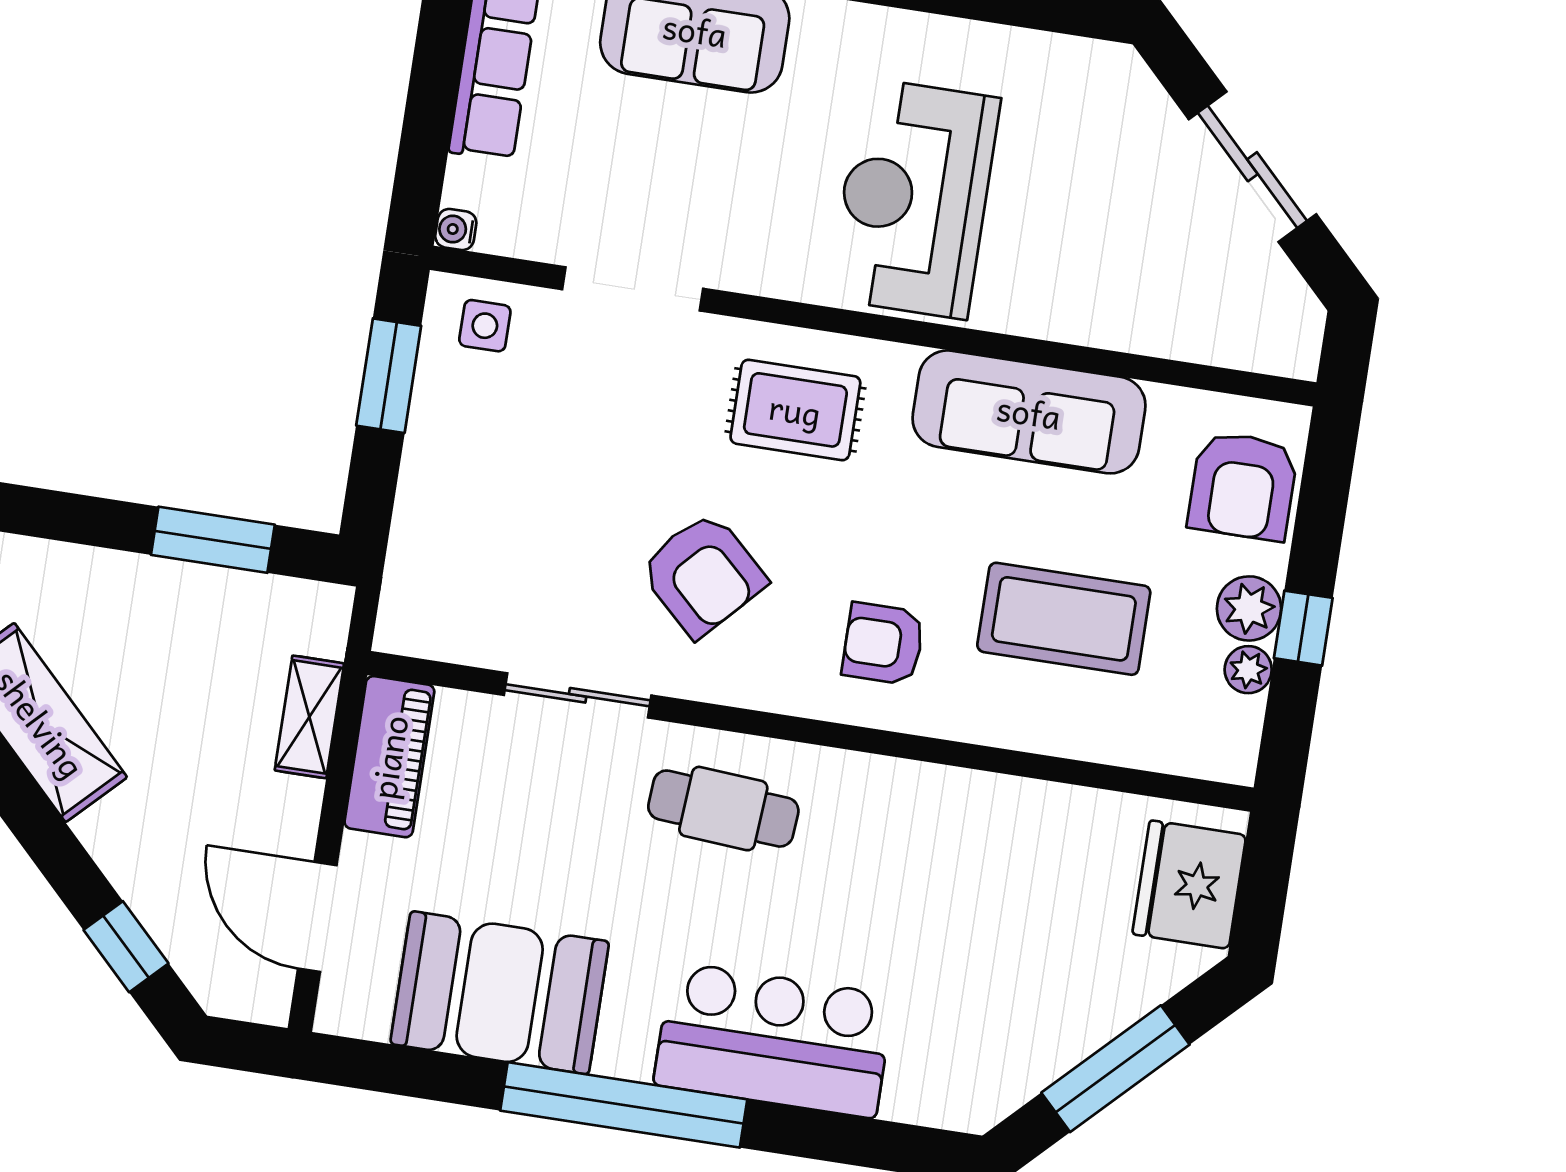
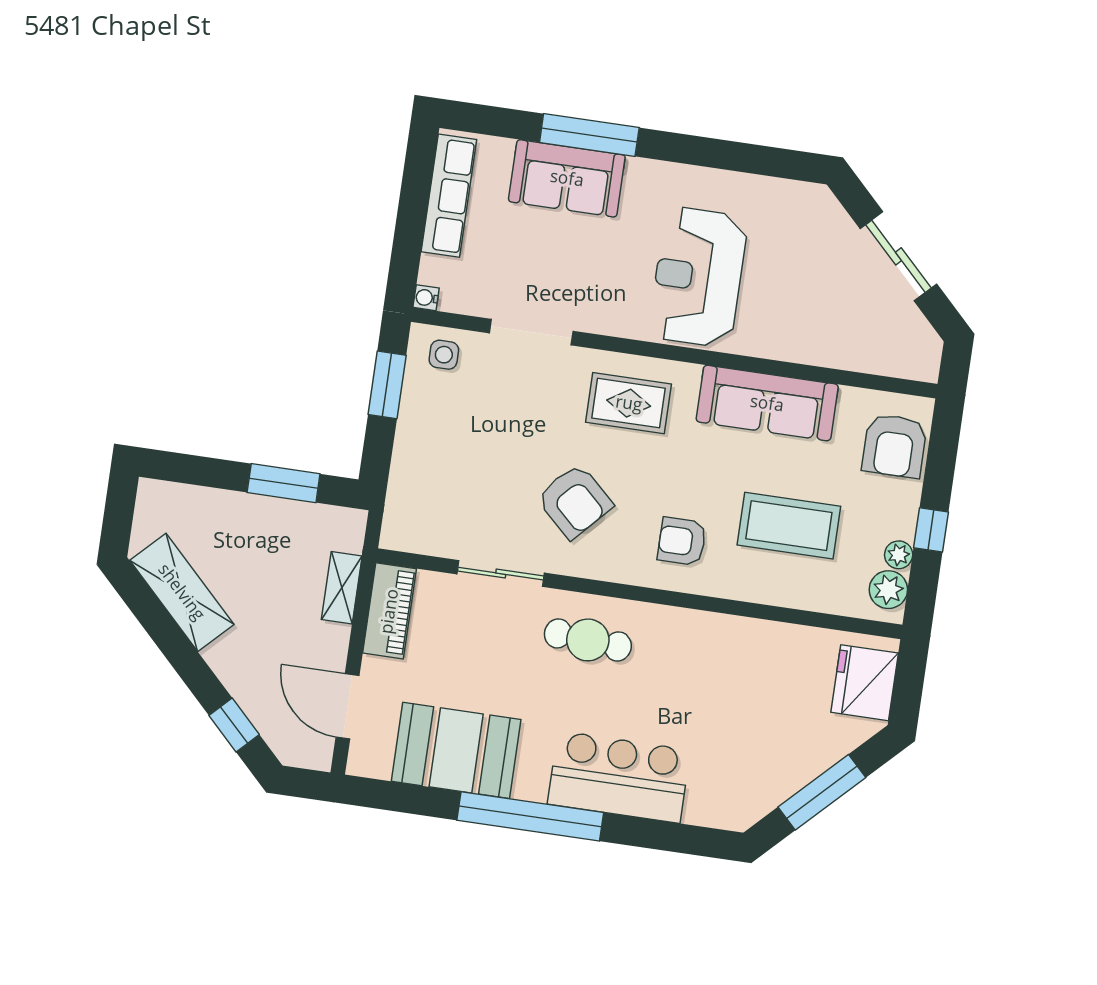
plant: (1249, 608) -> (888, 590), moved

